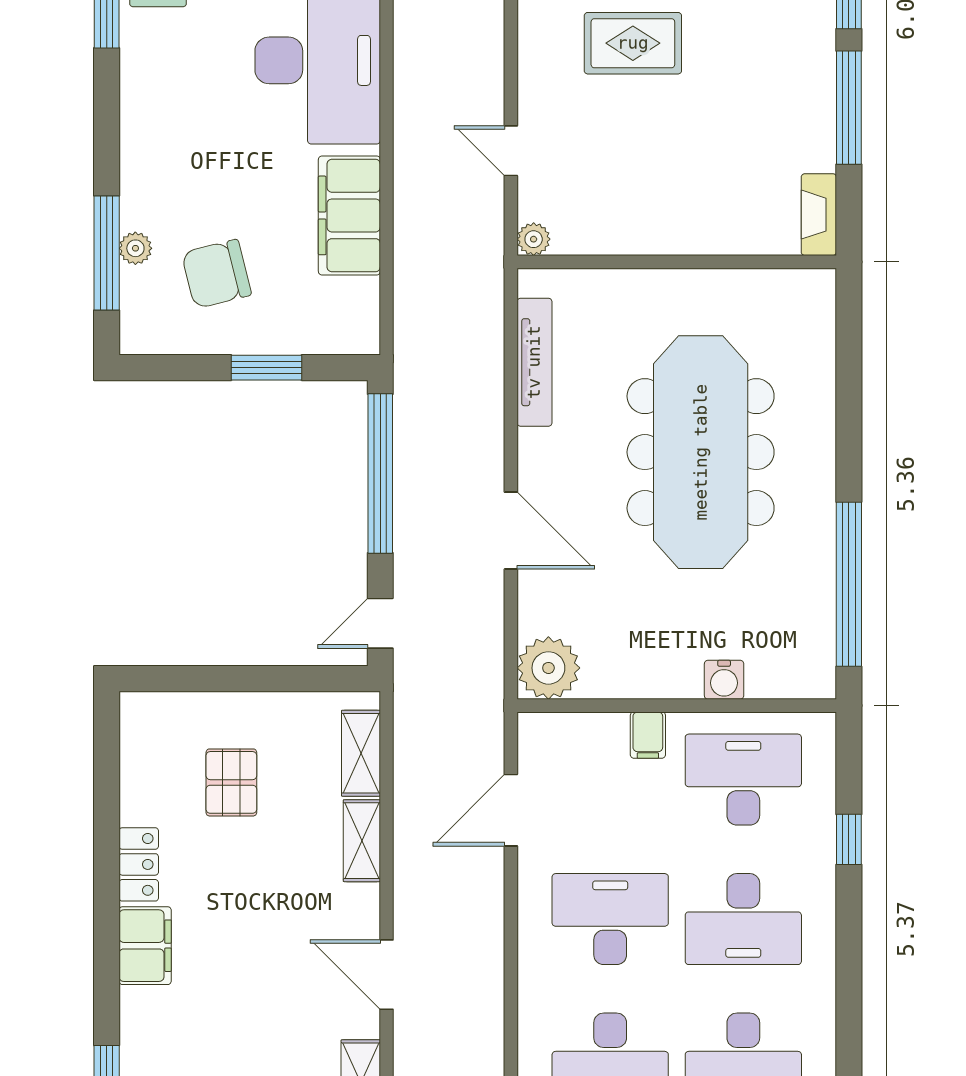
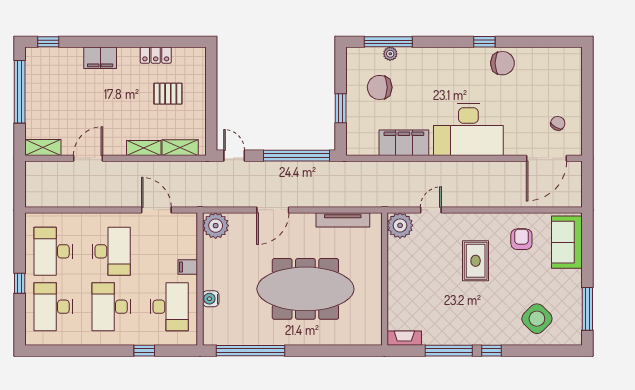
plant: (534, 239) -> (400, 225), width x1.88, depth x1.88
chair: (216, 274) -> (380, 87), turned -76
locker: (139, 864) -> (156, 55), moved

